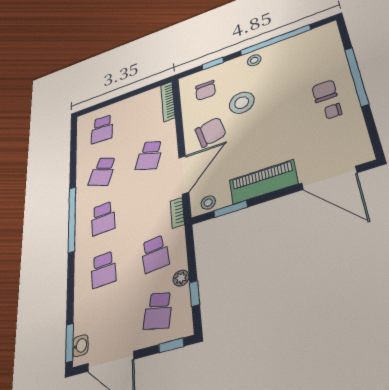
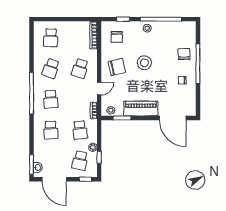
chair: (324, 91) -> (184, 54), moved
stool: (242, 103) -> (144, 63), moved
door: (184, 175) -> (99, 89), width x0.53

